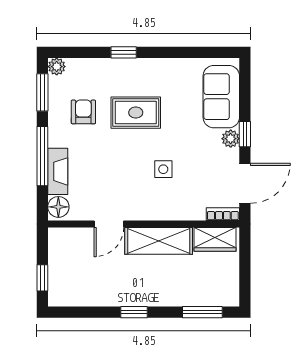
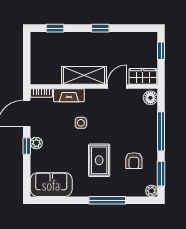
window: (124, 52) -> (107, 200), width x2.17
sofa: (221, 97) -> (51, 185), moved, turned -90
rug: (136, 113) -> (99, 160), turned 90
fireplace: (58, 171) -> (69, 95), moved, turned -90
wardrobe: (215, 239) -> (143, 76), moved
window: (202, 312) -> (55, 28), width x0.67

